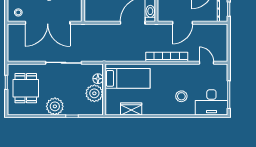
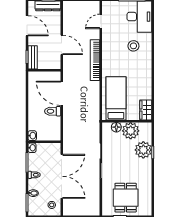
toilet: (150, 13) -> (53, 111), moved
dining table: (26, 88) -> (126, 198), turned 90
plant: (55, 106) -> (143, 150), moved
wardrobe: (131, 109) -> (146, 110), moved

